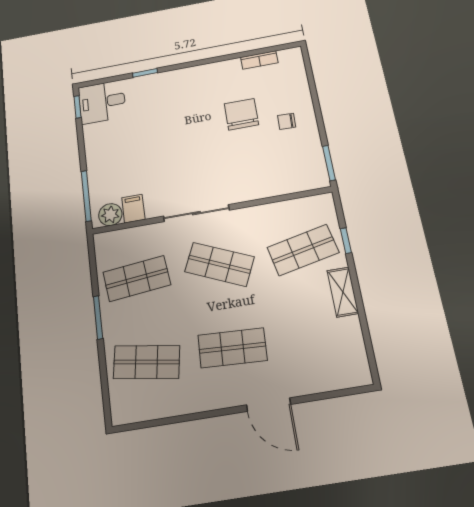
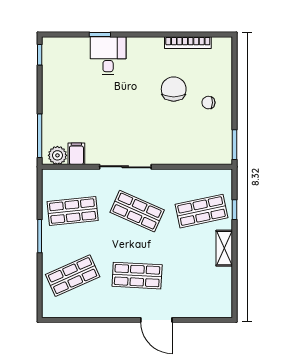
bookcase: (259, 60) -> (188, 43), width x1.56
desk: (102, 102) -> (108, 56), moved, turned 90
shop shelf: (147, 362) -> (73, 276), turned -33

